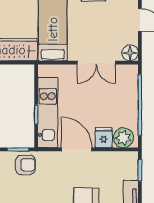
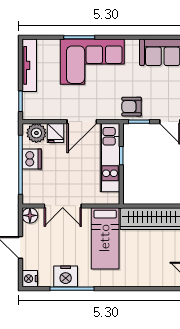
double door: (96, 63) -> (63, 206), swing flipped
dishwasher: (128, 111) -> (32, 159), added
door: (77, 149) -> (82, 122), hinge flipped

